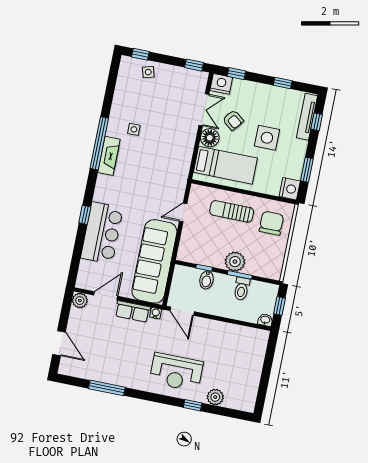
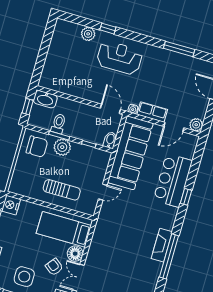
side table: (134, 129) -> (139, 266), removed
side table: (267, 138) -> (24, 277), moved
chair: (271, 223) -> (37, 147), moved, turned -90
bidet: (207, 280) -> (110, 140), moved
washbasin: (265, 320) -> (45, 99), width x1.91, depth x1.45

